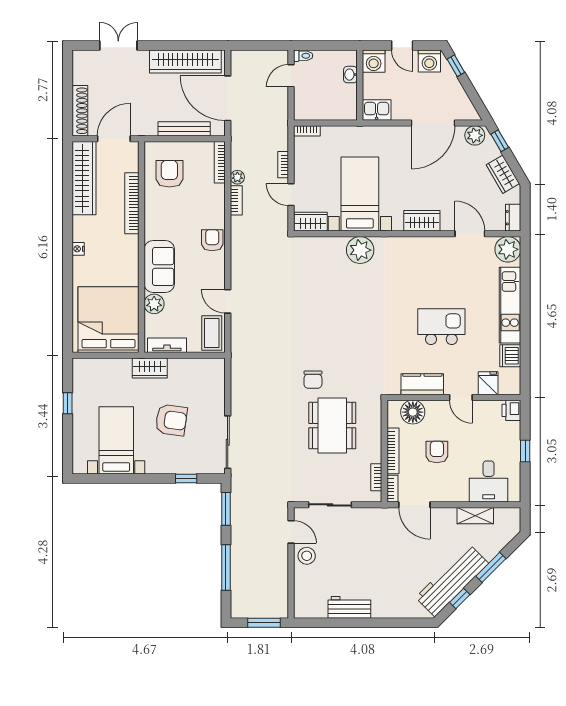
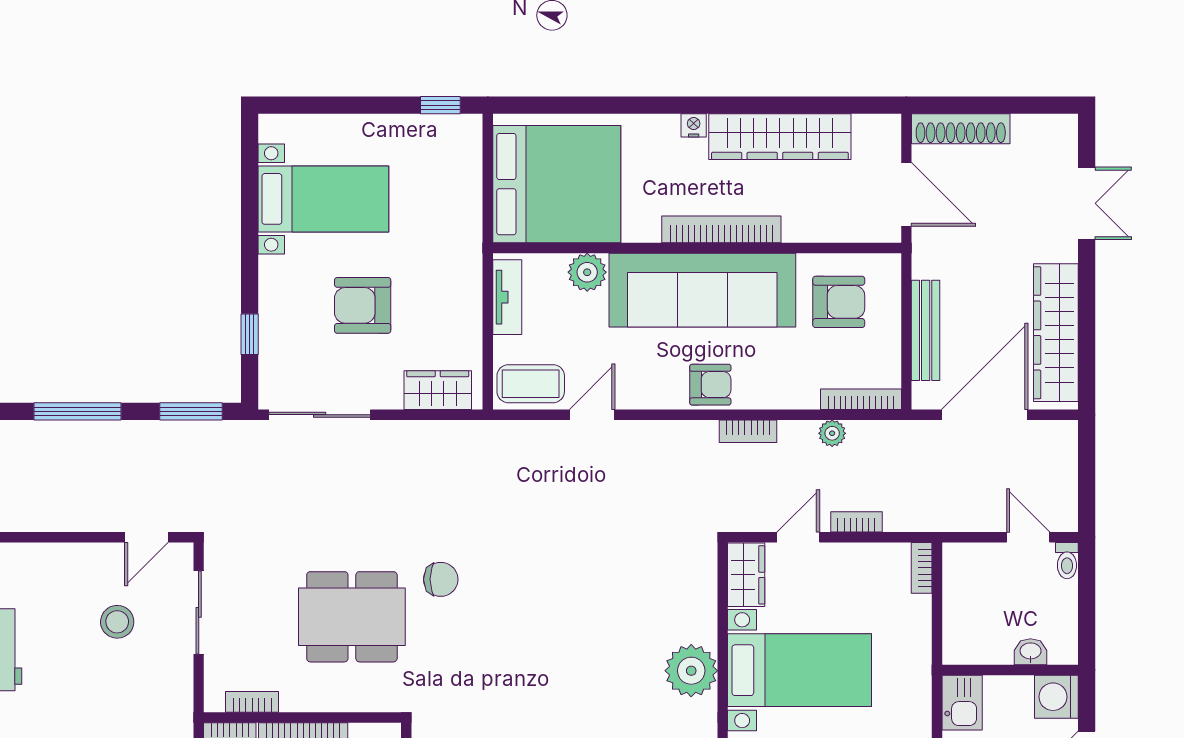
wardrobe: (84, 178) -> (780, 137), moved
bookcase: (236, 200) -> (748, 431), moved
bookcase: (132, 203) -> (721, 229), moved
sofa: (159, 267) -> (702, 290), width x1.85, depth x1.27
wardrobe: (150, 368) -> (438, 390), moved, turned 90
chair: (313, 380) -> (441, 579), turned 180
window: (68, 403) -> (440, 105), moved
armchair: (171, 420) -> (363, 305), turned 82
stool: (307, 556) -> (117, 622), moved

